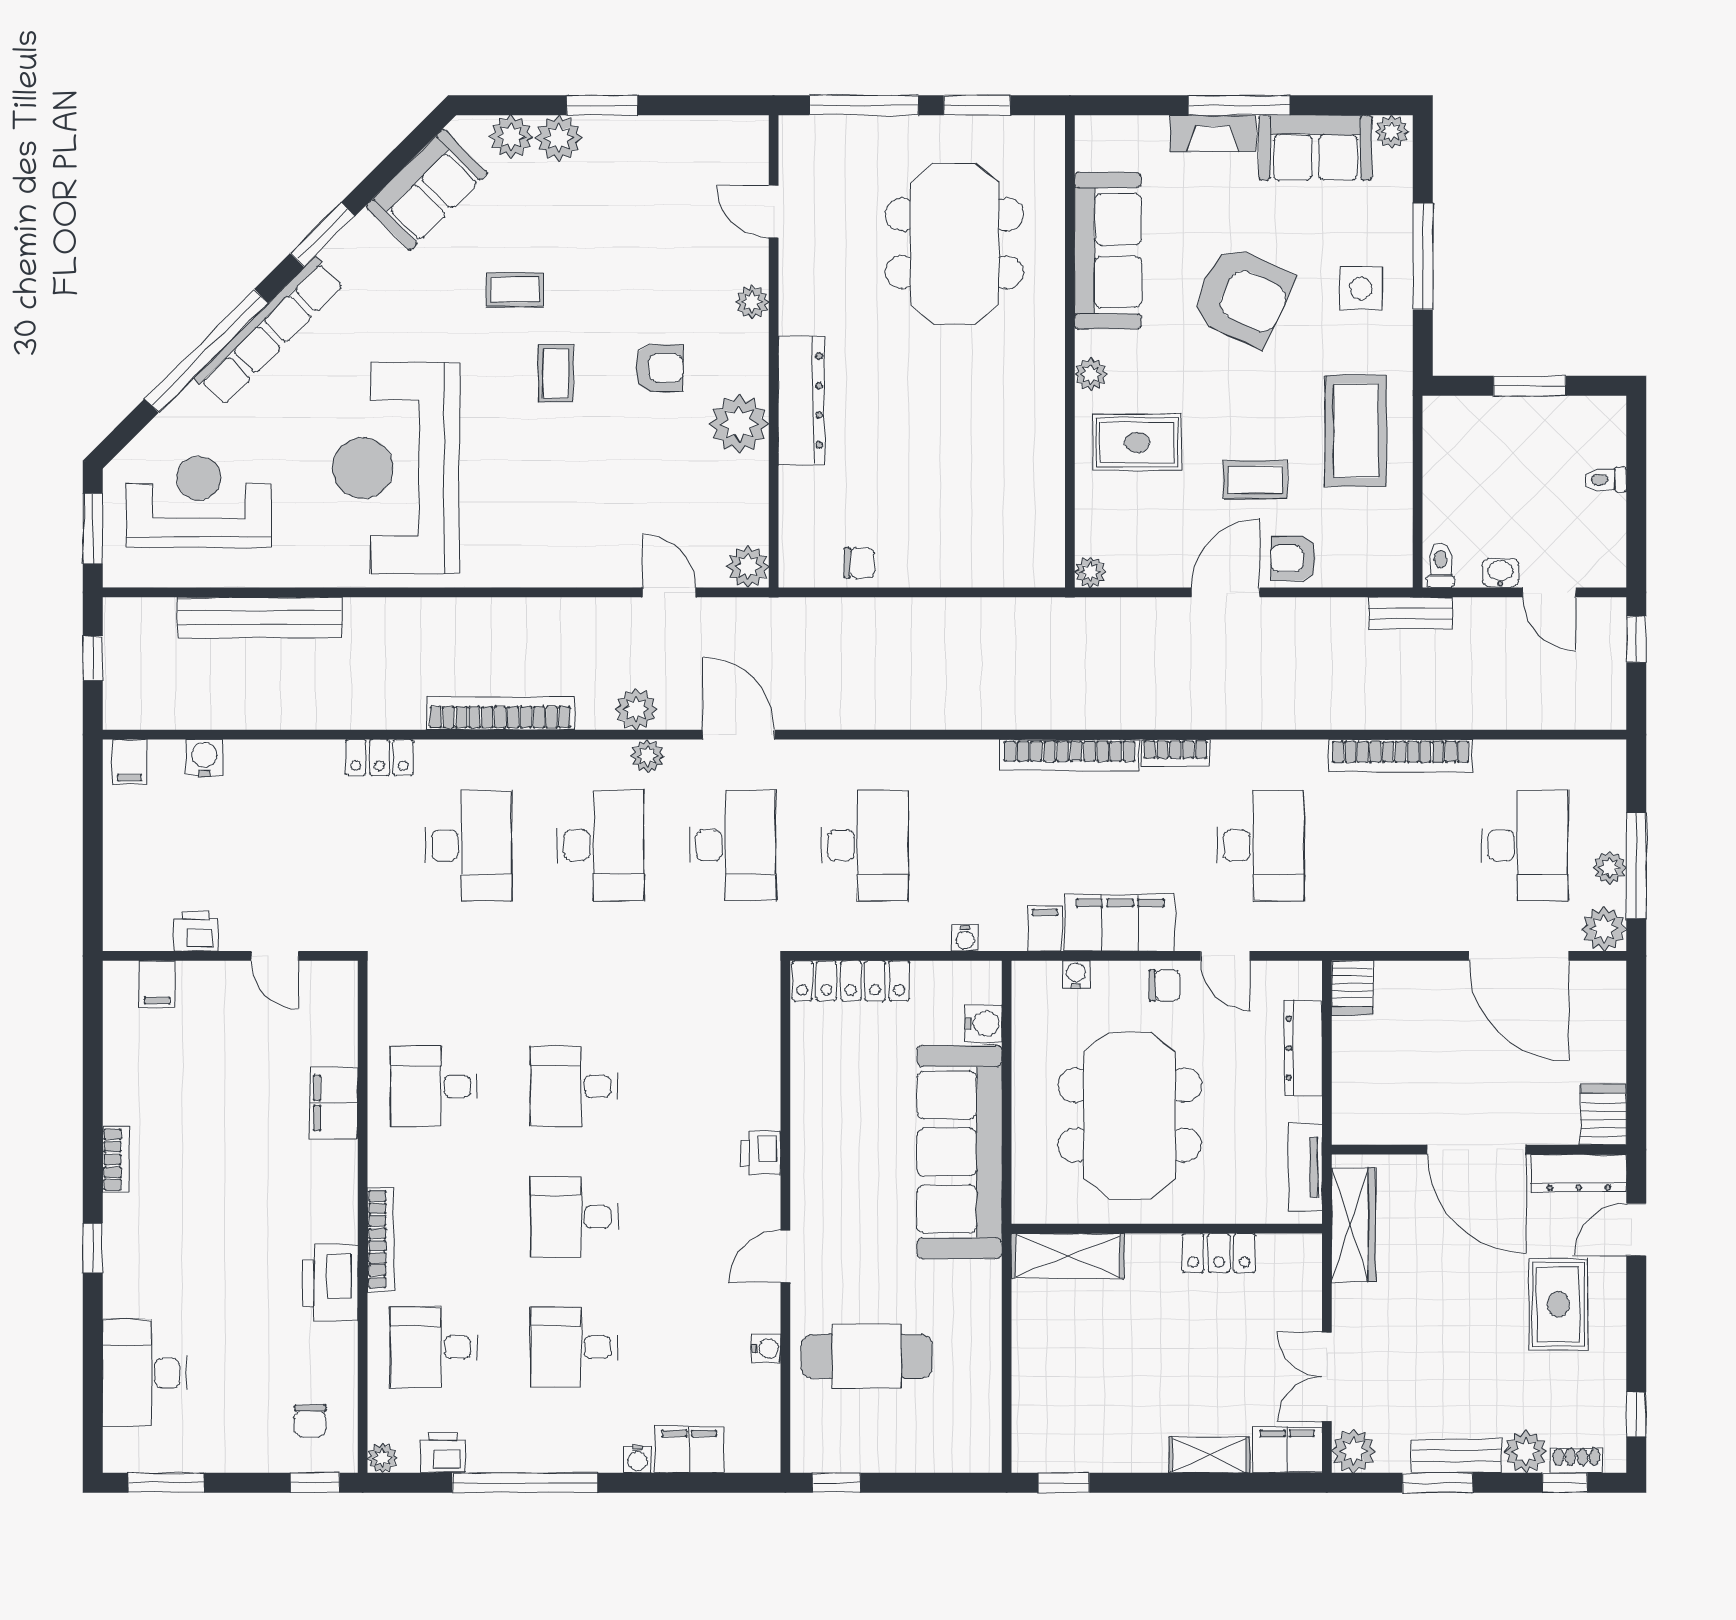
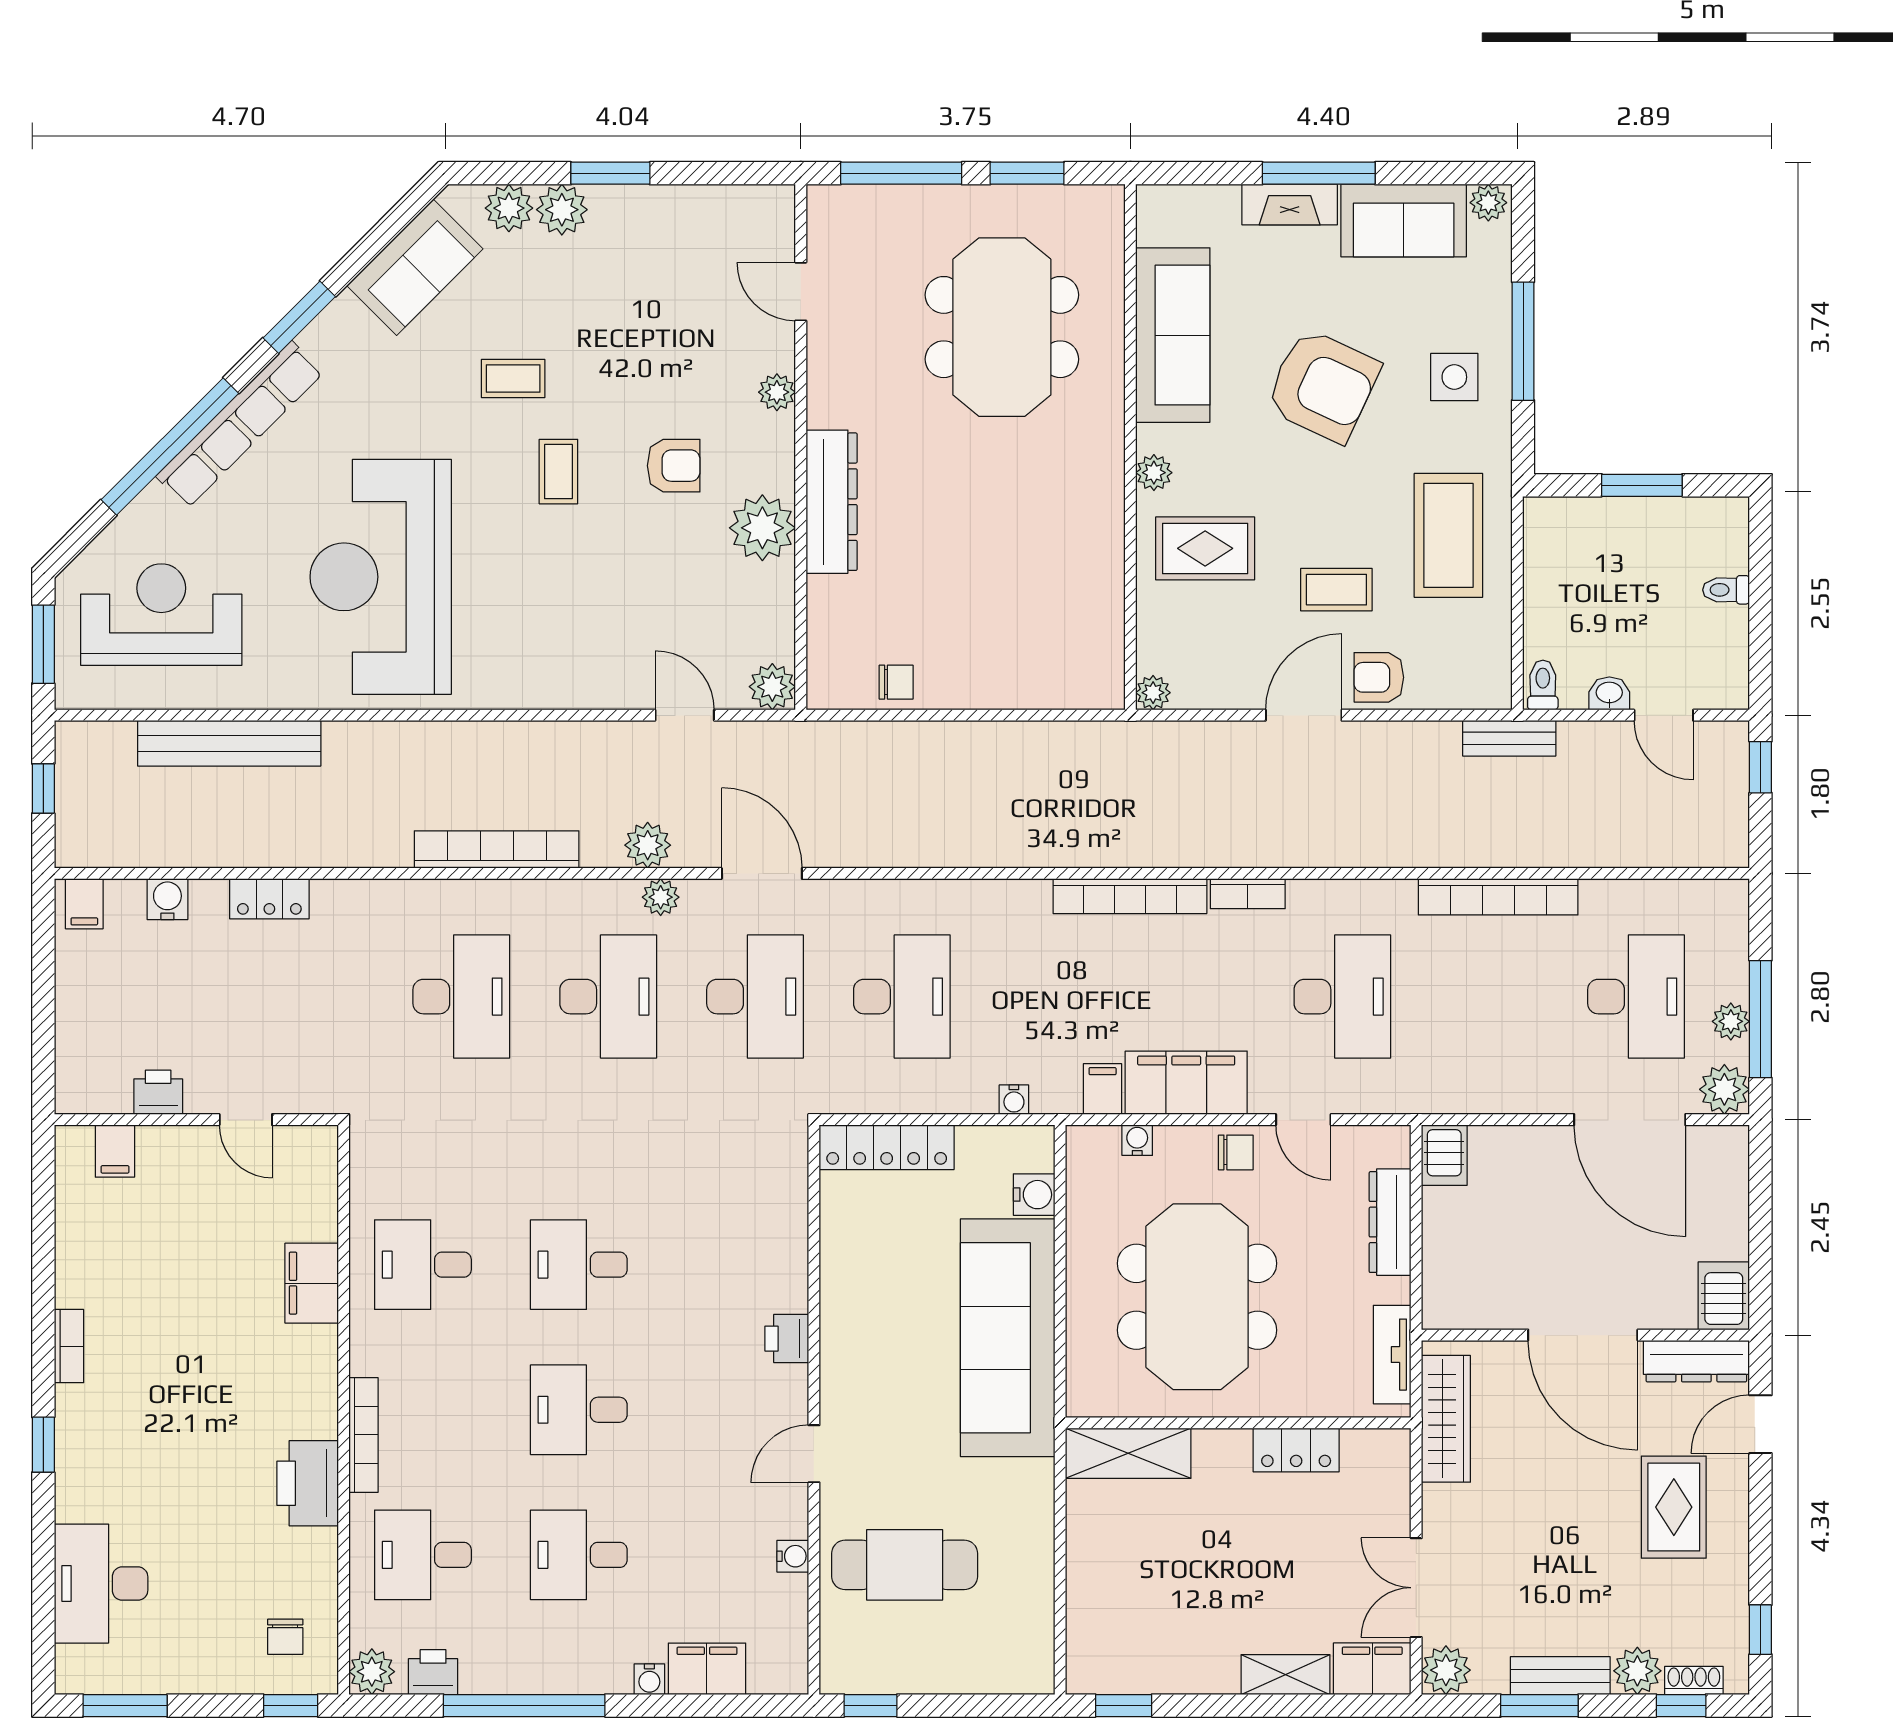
locker: (379, 757) -> (269, 899), moved
plant: (382, 1458) -> (372, 1672), width x1.38, depth x1.38

